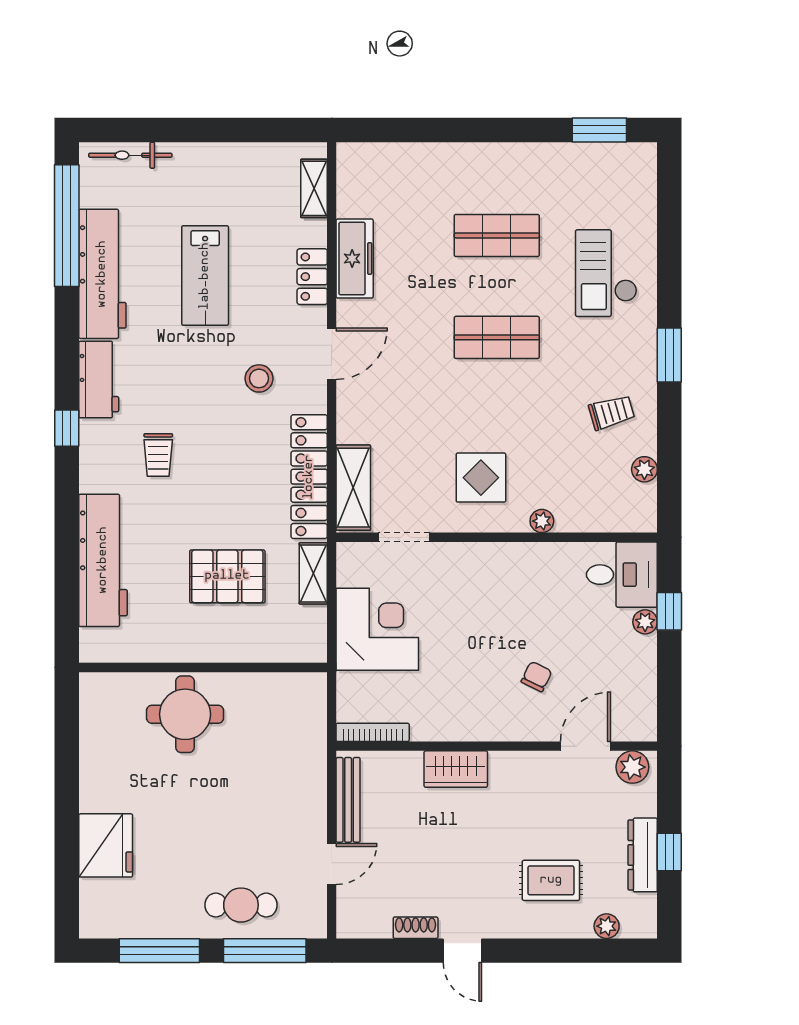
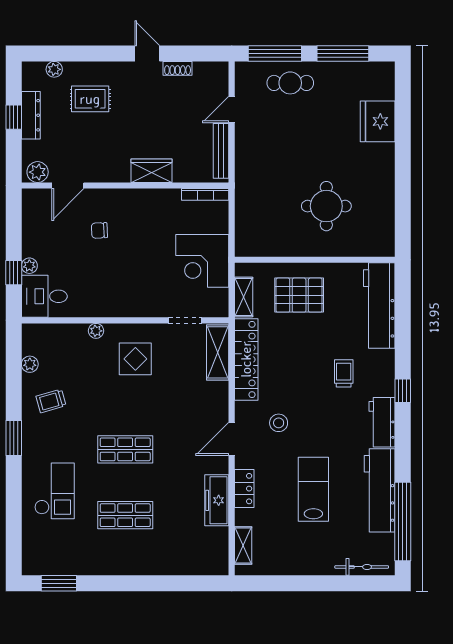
wall: (203, 667) -> (315, 260), moved
chair: (536, 677) -> (99, 230), turned 61

